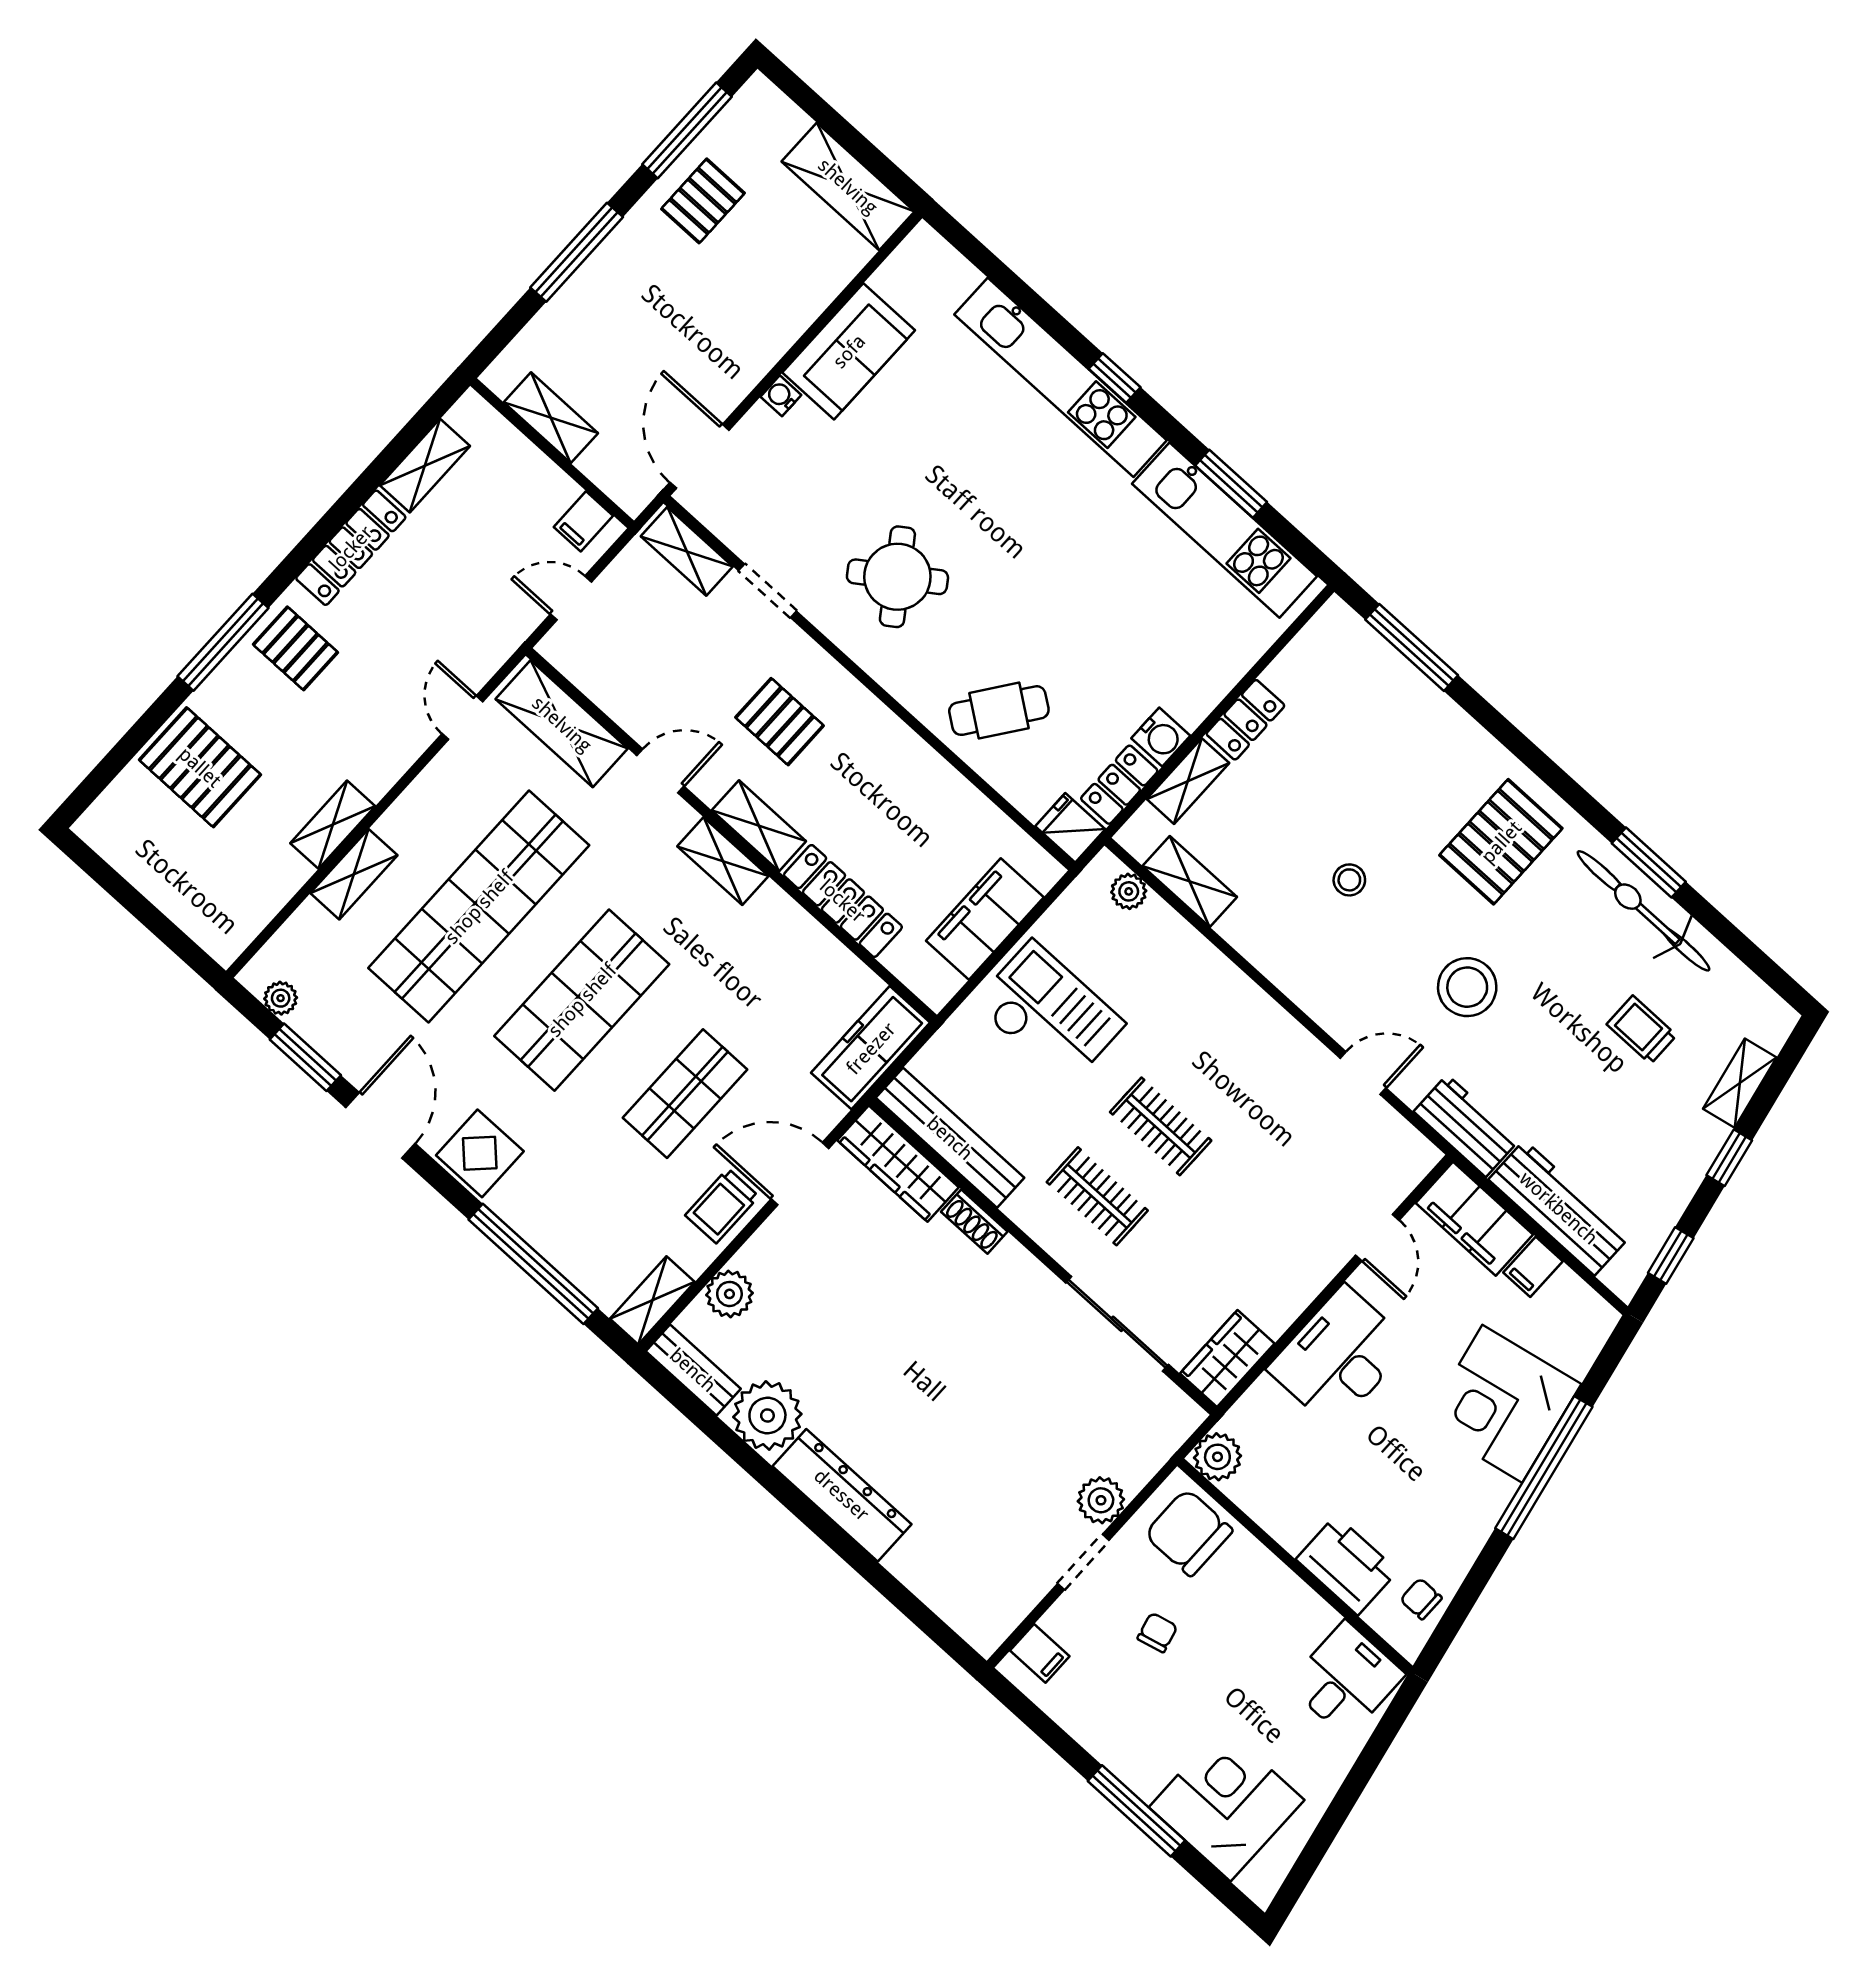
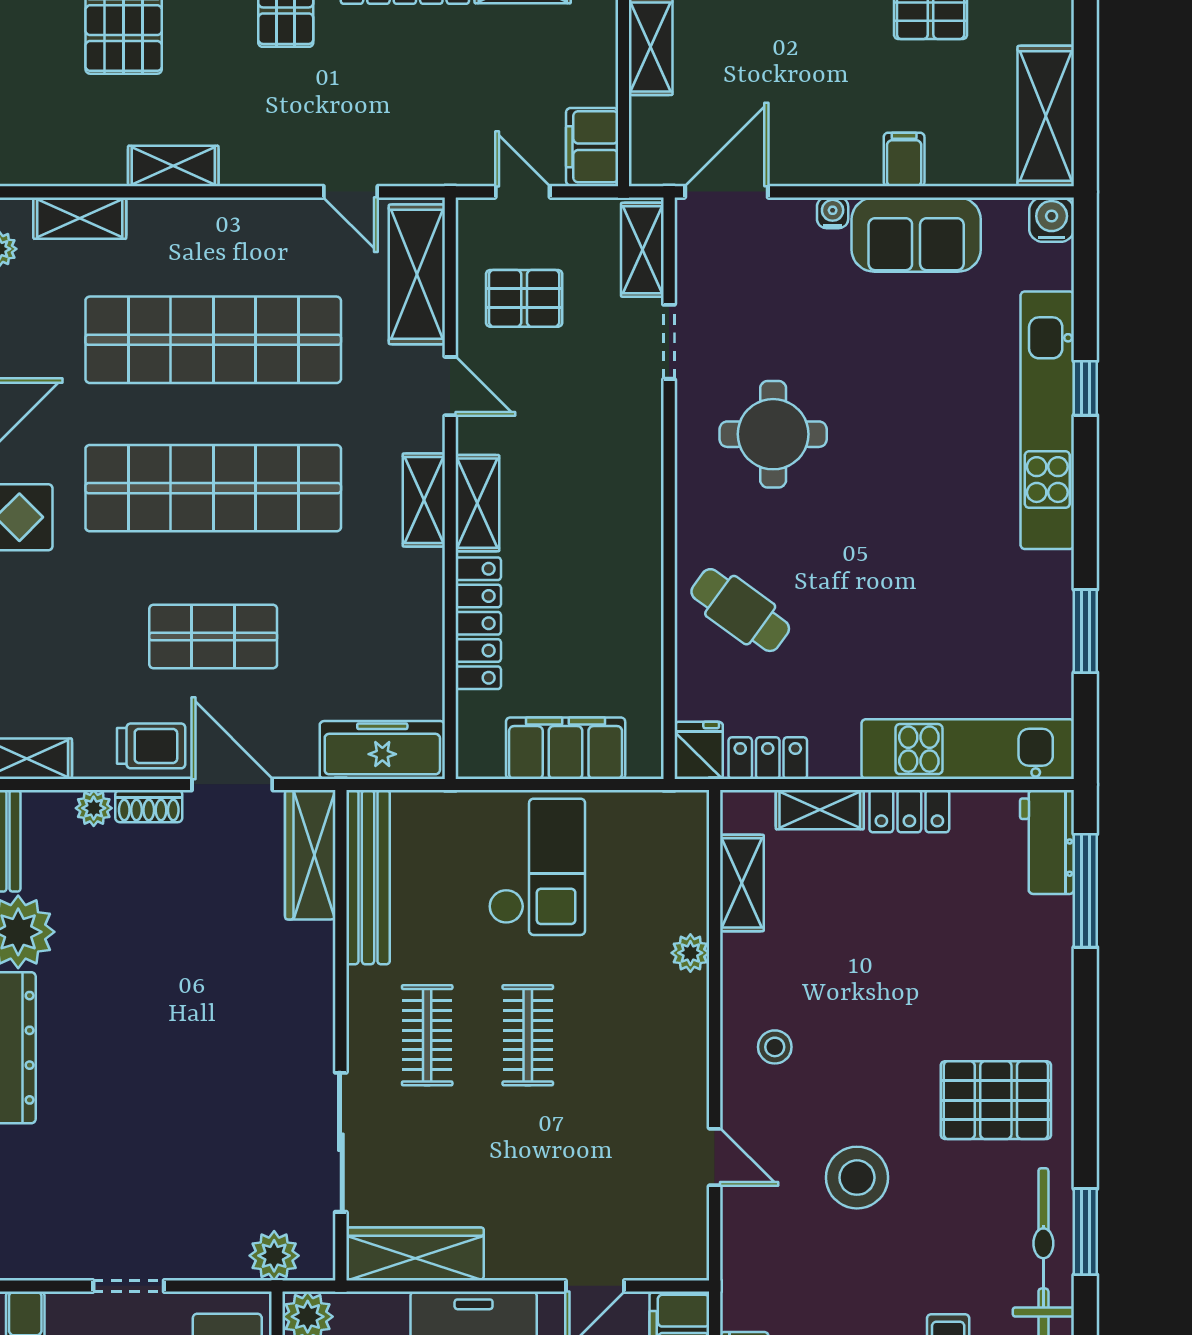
filing cabinet: (789, 312) -> (904, 159), added
window: (1115, 378) -> (1085, 388), moved
filing cabinet: (583, 521) -> (592, 147), width x2.00
kitchen unit: (1224, 530) -> (968, 749), moved, turned 90
round table: (897, 577) -> (773, 434), turned 35
door: (462, 718) -> (351, 192), swing flipped
pallet: (780, 722) -> (524, 298), moved, turned 90
water cooler: (1161, 737) -> (1052, 220), moved, turned 180
shelving: (354, 874) -> (80, 218), moved
stool: (1349, 880) -> (775, 1047), moved
plant: (1129, 891) -> (690, 953), moved
shop shelf: (582, 1000) -> (213, 488), width x1.40
workbench: (1466, 1126) -> (1047, 842), moved, turned 180
trolley: (722, 1206) -> (151, 746), turned 180
shoe rack: (974, 1222) -> (149, 806), moved, turned -90
plant: (729, 1294) -> (94, 808), width x0.73, depth x0.73
wardrobe: (1227, 1359) -> (415, 1254), width x1.50
plant: (1101, 1500) -> (274, 1256), moved

